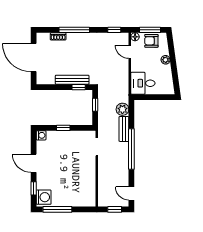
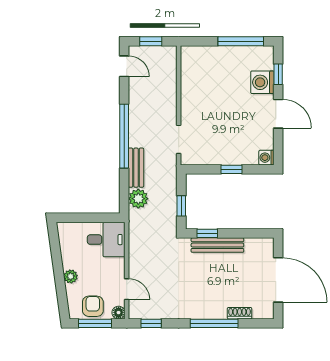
armchair: (151, 41) -> (93, 306), turned -90
washing machine: (44, 197) -> (262, 82), moved

